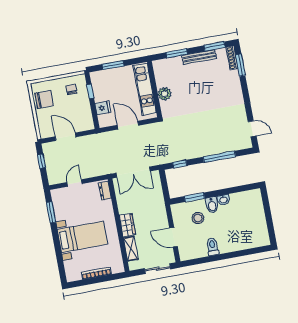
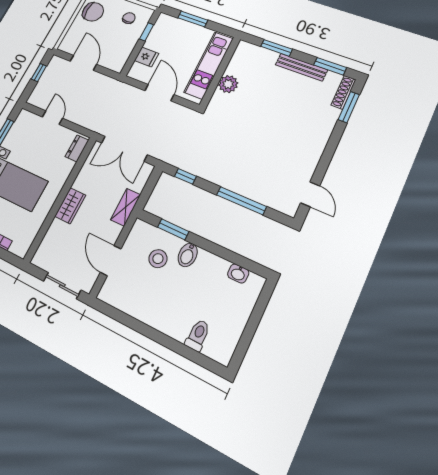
door: (74, 183) -> (52, 118), hinge flipped
washbasin: (223, 200) -> (238, 273), moved
toilet: (213, 247) -> (198, 335), moved
shelving: (131, 249) -> (126, 207), moved

